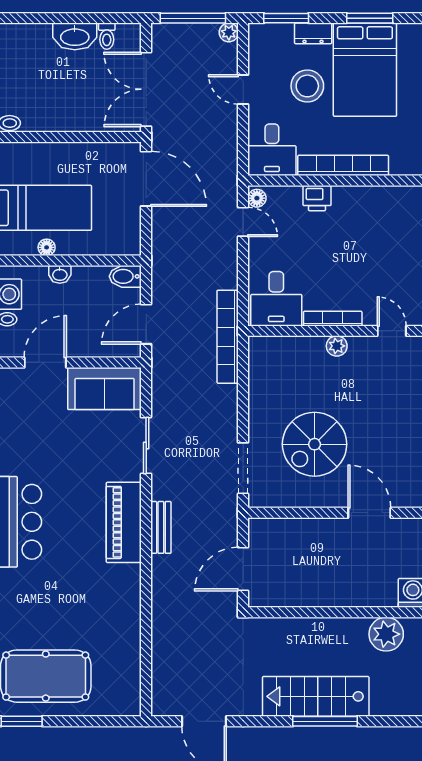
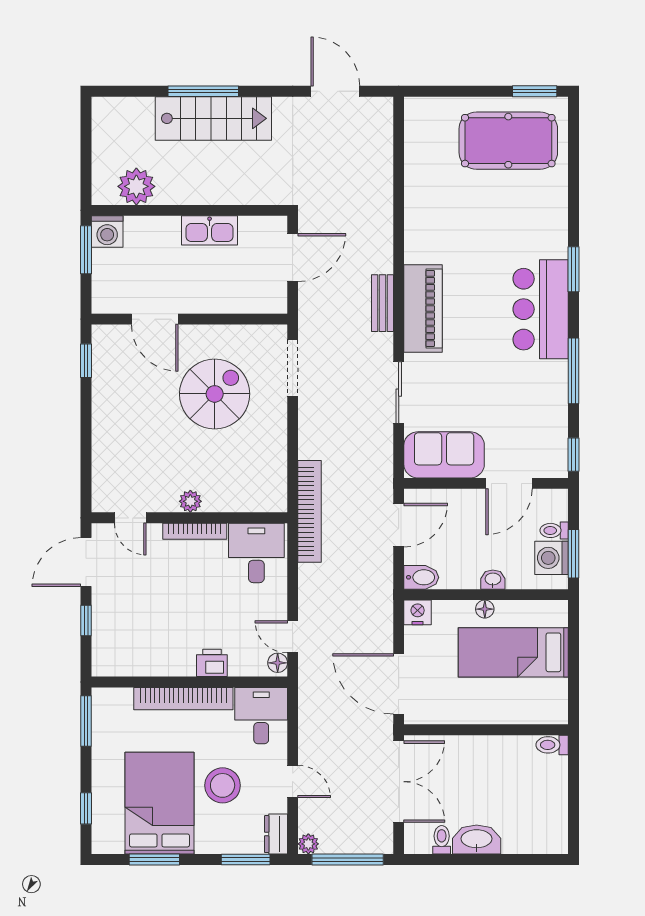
dresser: (313, 33) -> (276, 834), moved, turned -90
nightstand: (129, 244) -> (418, 612), added
floor lamp: (47, 247) -> (485, 609), moved
kitchen sink: (319, 594) -> (210, 230), added

